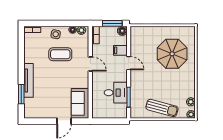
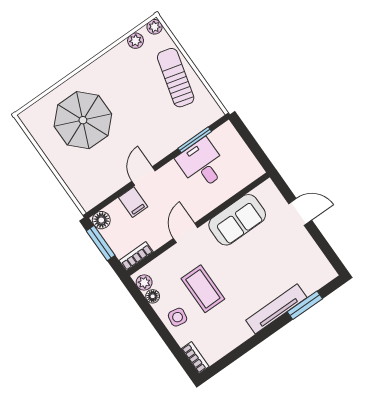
sofa: (80, 103) -> (237, 220), moved

